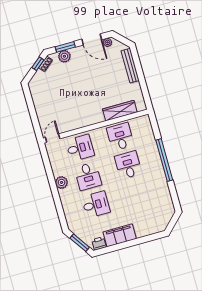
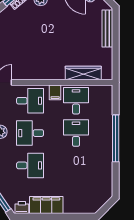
filing cabinet: (100, 134) -> (55, 92), added
desk: (88, 176) -> (30, 133), turned 90

